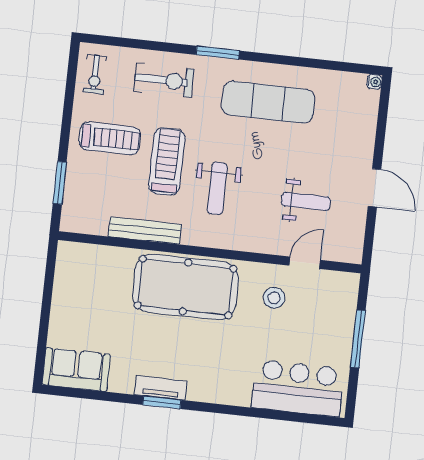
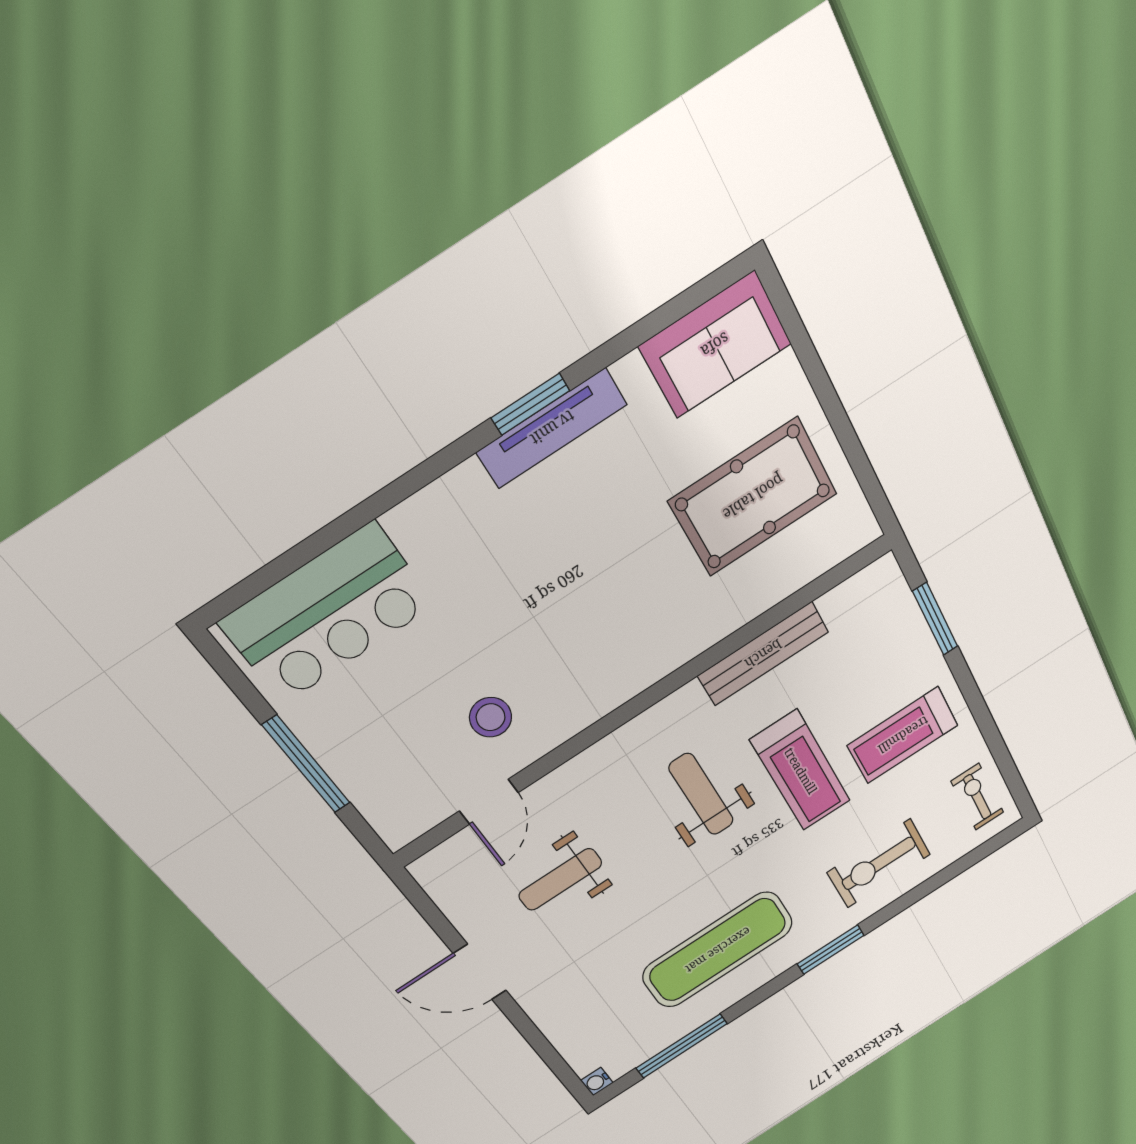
window: (323, 64) -> (682, 1046), added
pool table: (185, 287) -> (753, 497), moved, width x0.73, depth x0.76
tv unit: (161, 388) -> (552, 428), width x1.41

